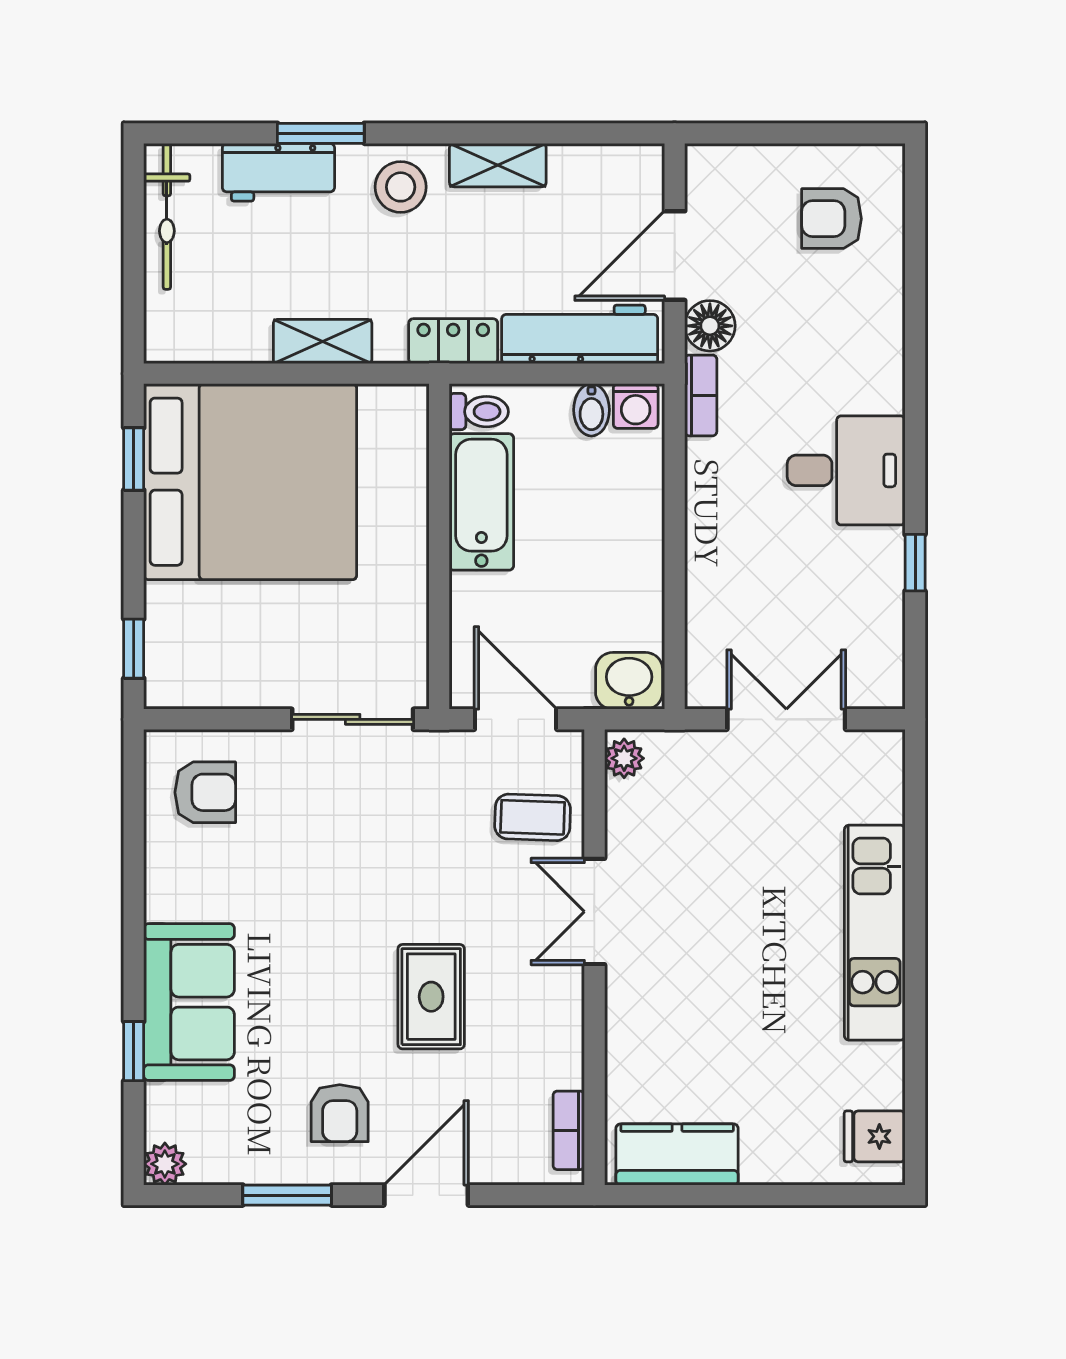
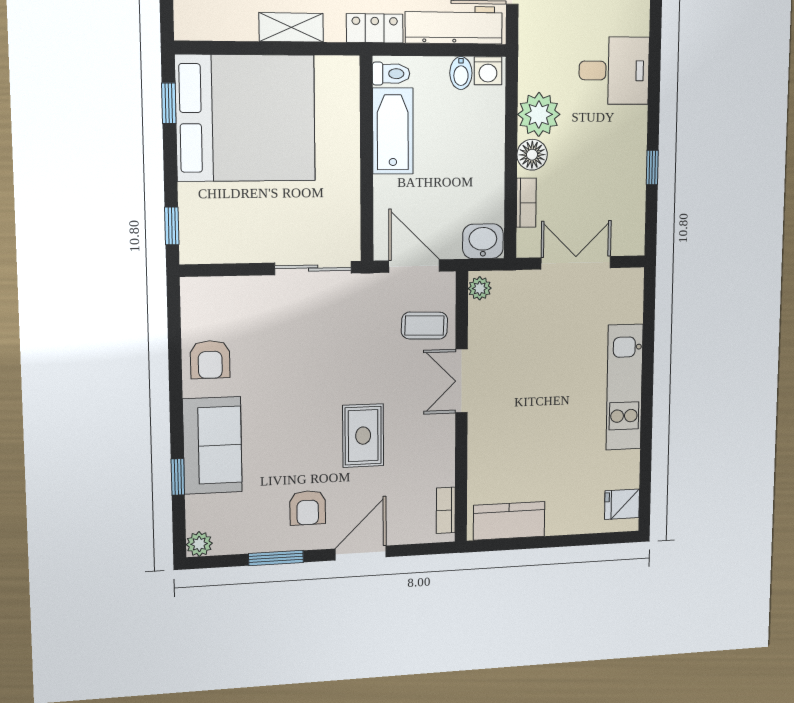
floor lamp: (710, 326) -> (532, 155), moved
bookcase: (701, 395) -> (526, 203), moved
desk: (846, 470) -> (614, 71), moved
plant: (720, 476) -> (539, 114), added
armchair: (205, 792) -> (210, 360), moved, turned 90

